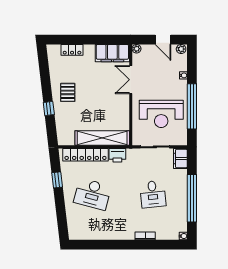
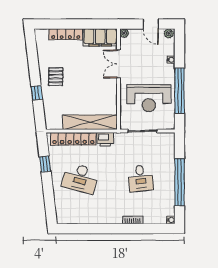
locker: (72, 50) -> (66, 34), width x1.53
filing cabinet: (180, 158) -> (168, 143), removed

